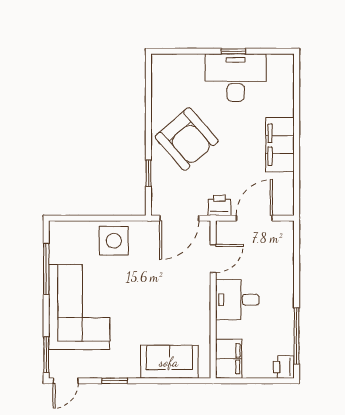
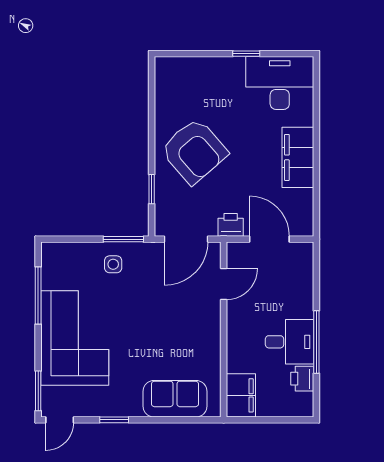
desk: (236, 78) -> (280, 83), moved
window: (123, 218) -> (123, 239), added
door: (254, 218) -> (269, 239), hinge flipped
side table: (114, 241) -> (113, 264), width x0.54, depth x0.54
desk: (237, 300) -> (289, 342), moved, turned 180
window: (297, 336) -> (316, 342), moved
printer: (284, 367) -> (302, 379), moved

